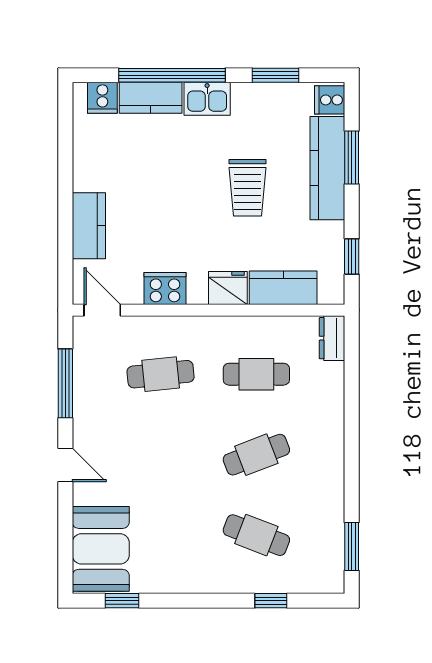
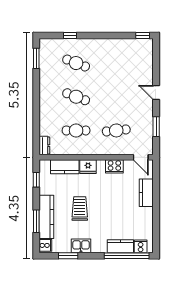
window: (172, 75) -> (127, 256), moved
kitchen sink: (207, 99) -> (81, 246), moved
window: (65, 383) -> (156, 127), width x0.69
cafe table: (256, 455) -> (76, 97), turned 42
booth: (101, 549) -> (141, 57), removed
window: (122, 601) -> (143, 36), moved

